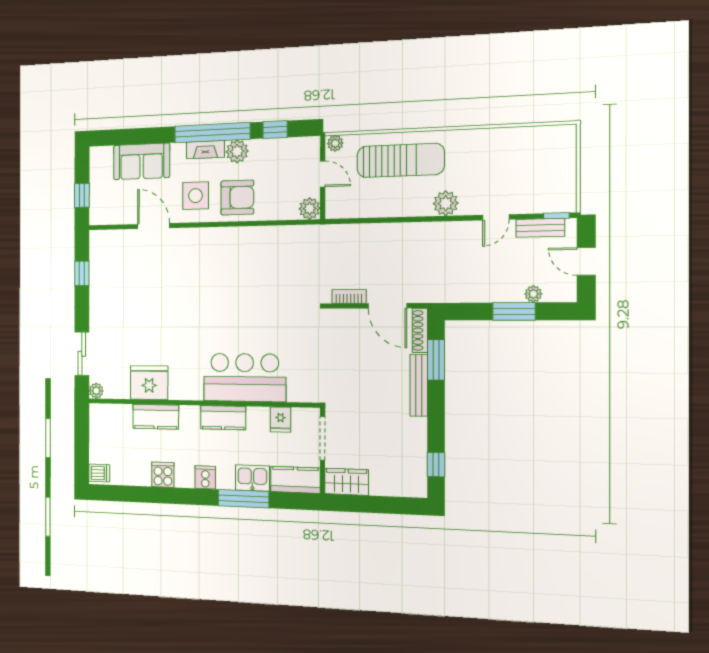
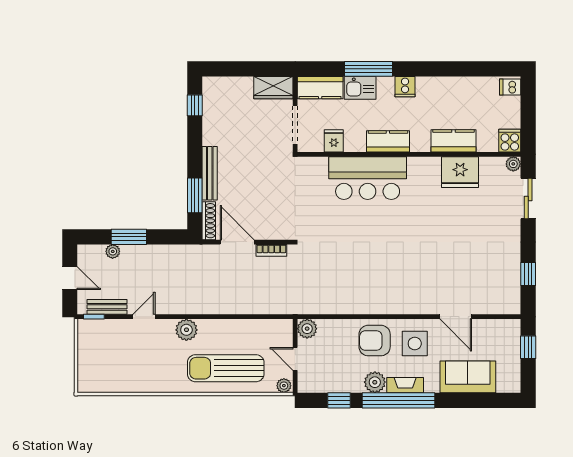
cooker: (163, 475) -> (510, 141), moved, turned 180

